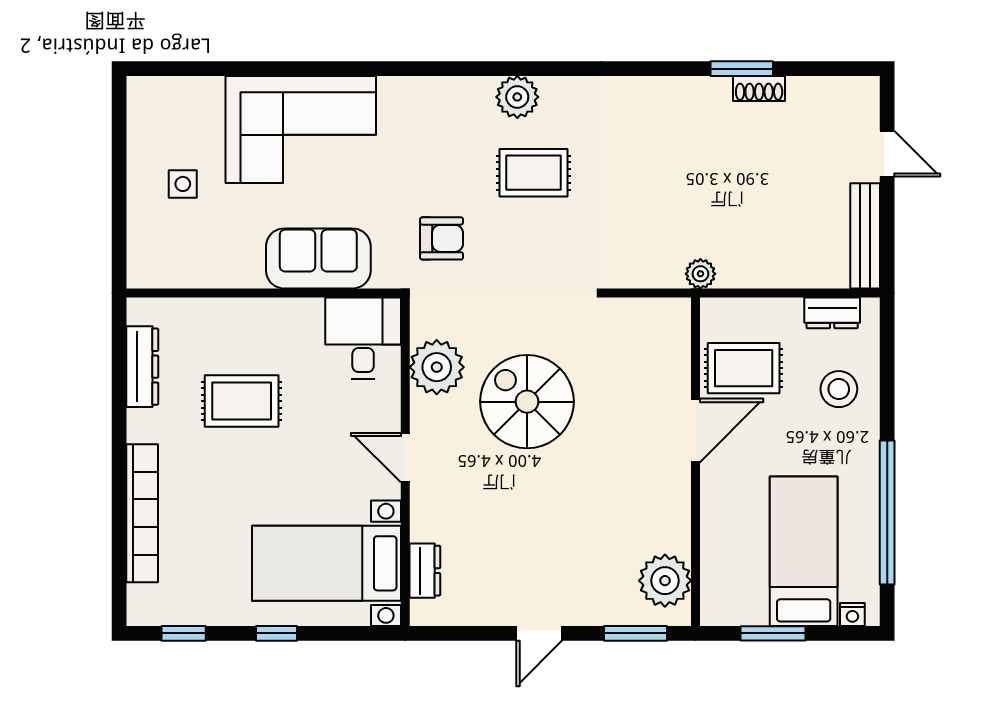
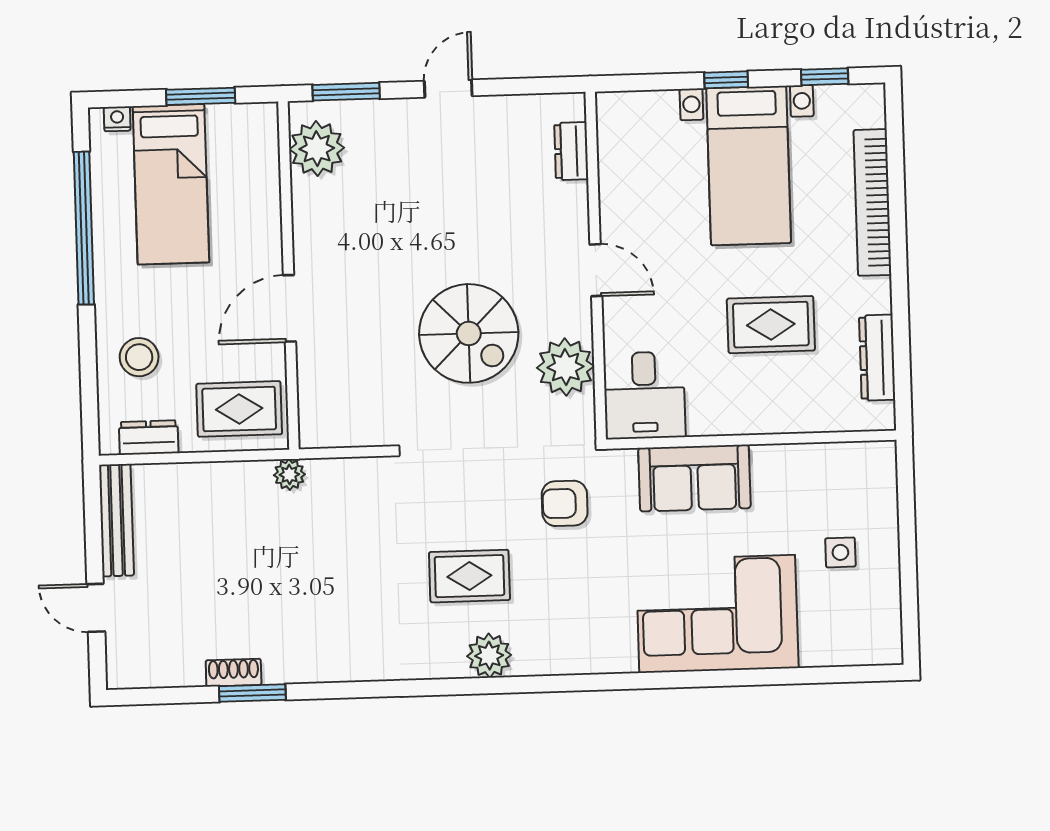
rug: (744, 368) -> (239, 409), moved
bed with nightstands: (326, 563) -> (749, 166), moved, turned 90

